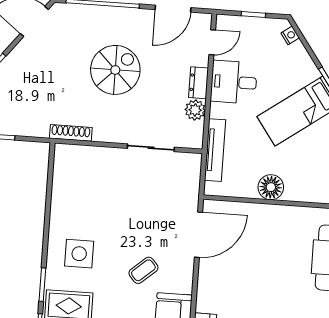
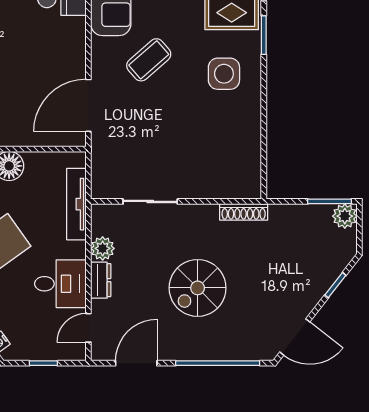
coffee table: (143, 270) -> (149, 60), width x1.36, depth x1.30

